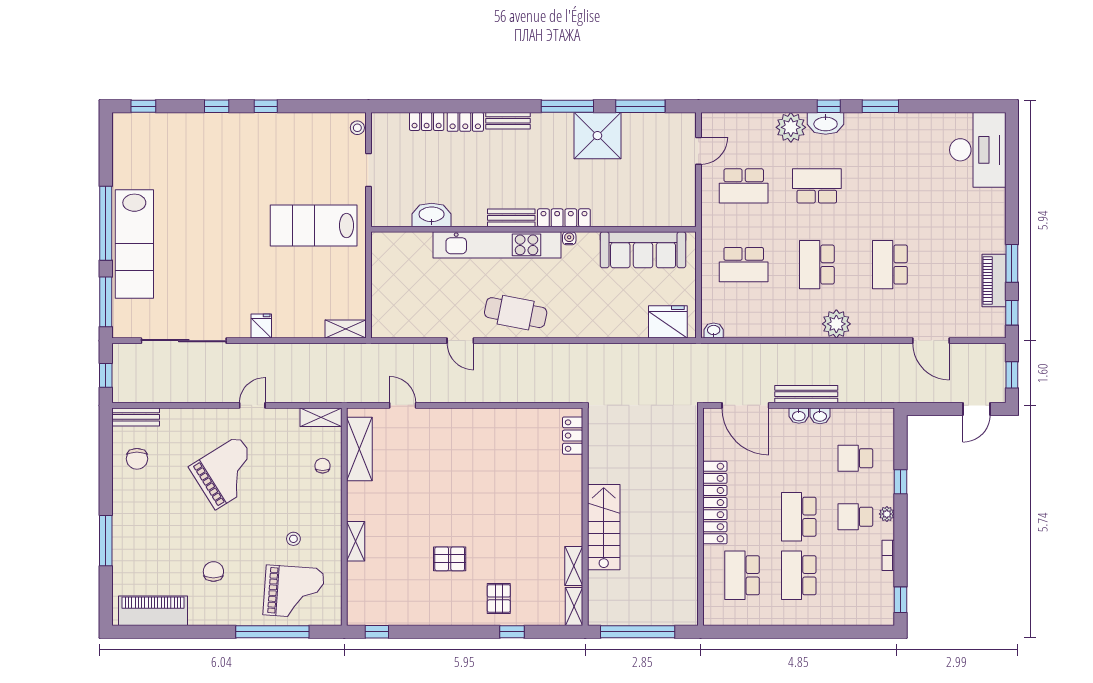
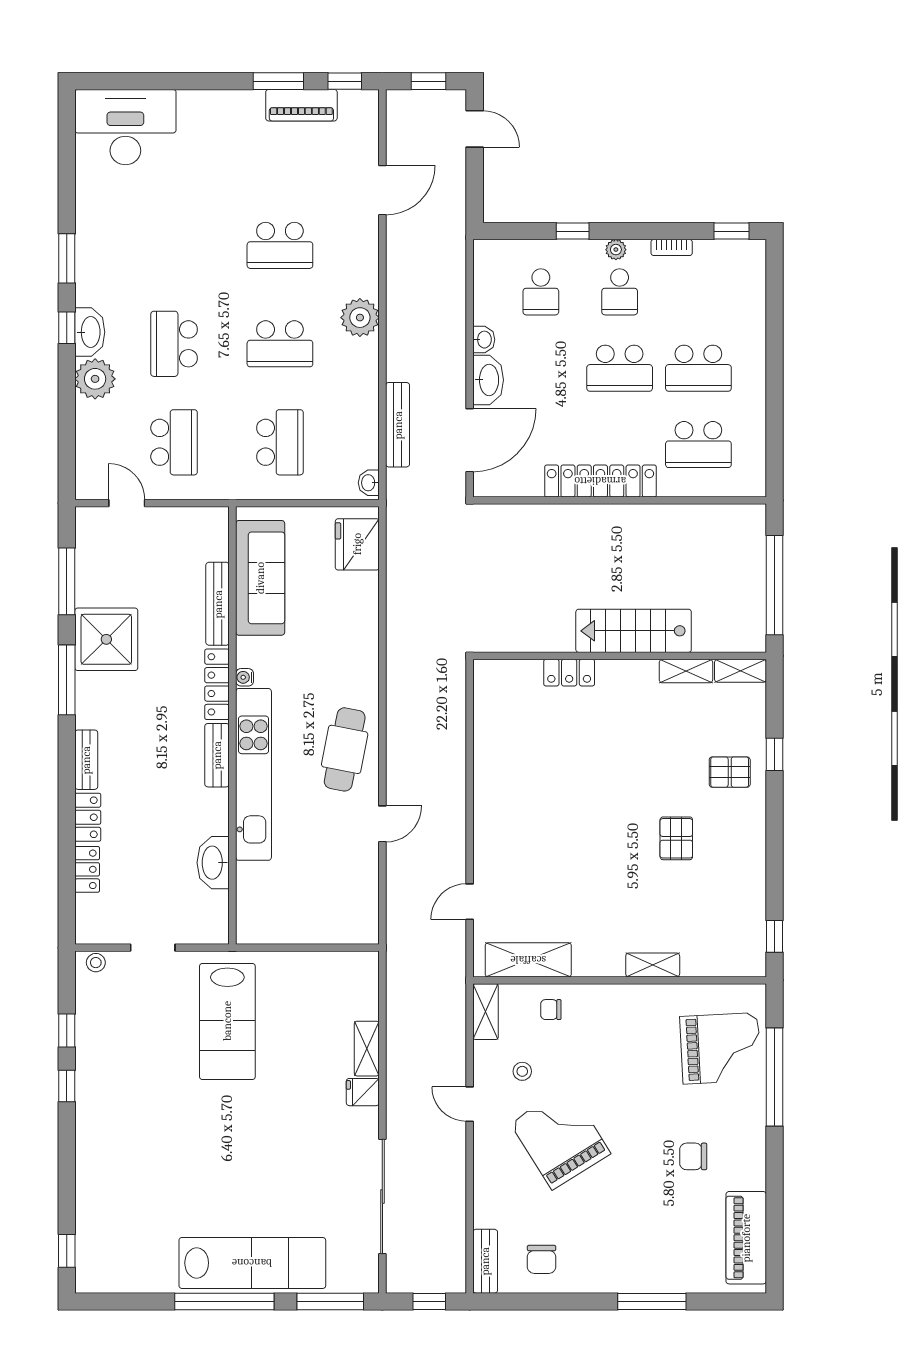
window: (217, 106) -> (67, 1031), moved
bench: (624, 218) -> (218, 604), added
shelving: (346, 329) -> (367, 1049), moved
bench: (806, 394) -> (398, 425), moved
washbasin: (799, 416) -> (488, 380), width x1.91, depth x1.45
locker: (573, 436) -> (569, 673), moved
chair: (137, 459) -> (542, 1259), turned 90
stool: (293, 539) -> (522, 1071), moved
grand piano: (294, 592) -> (721, 1048), turned 83

